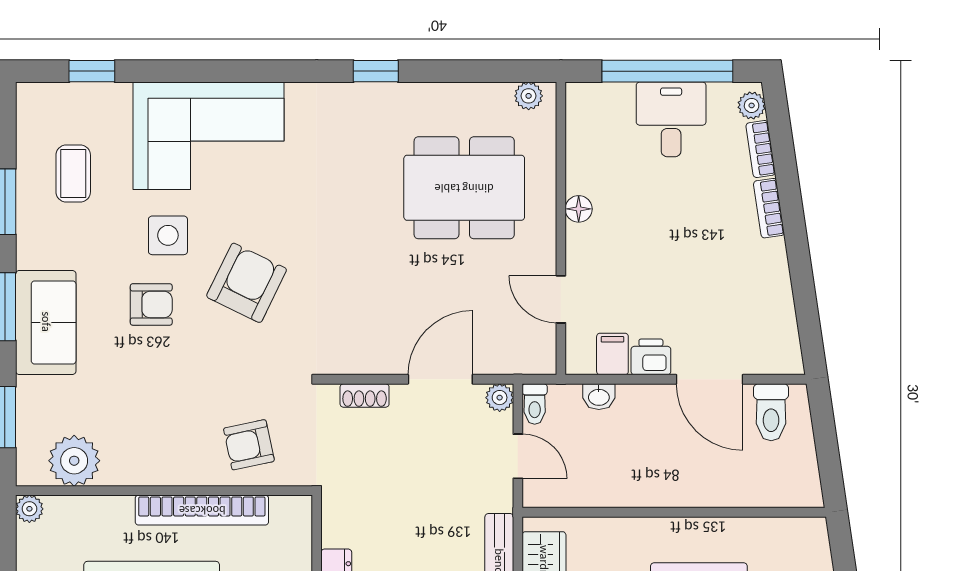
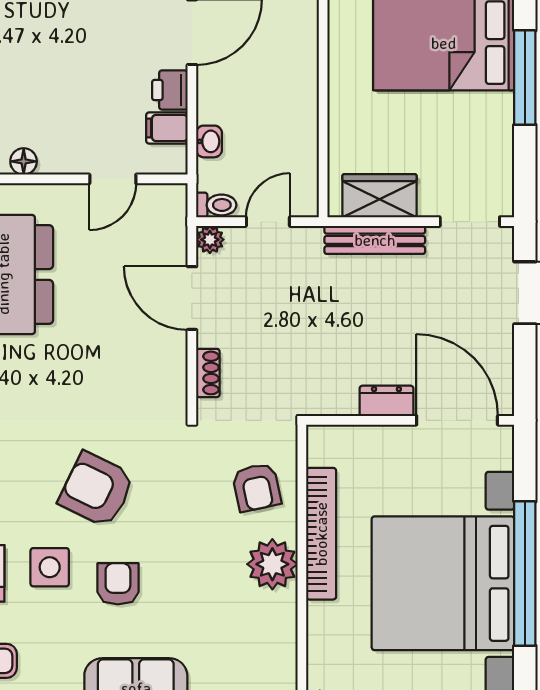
plant: (74, 461) -> (272, 564), moved

